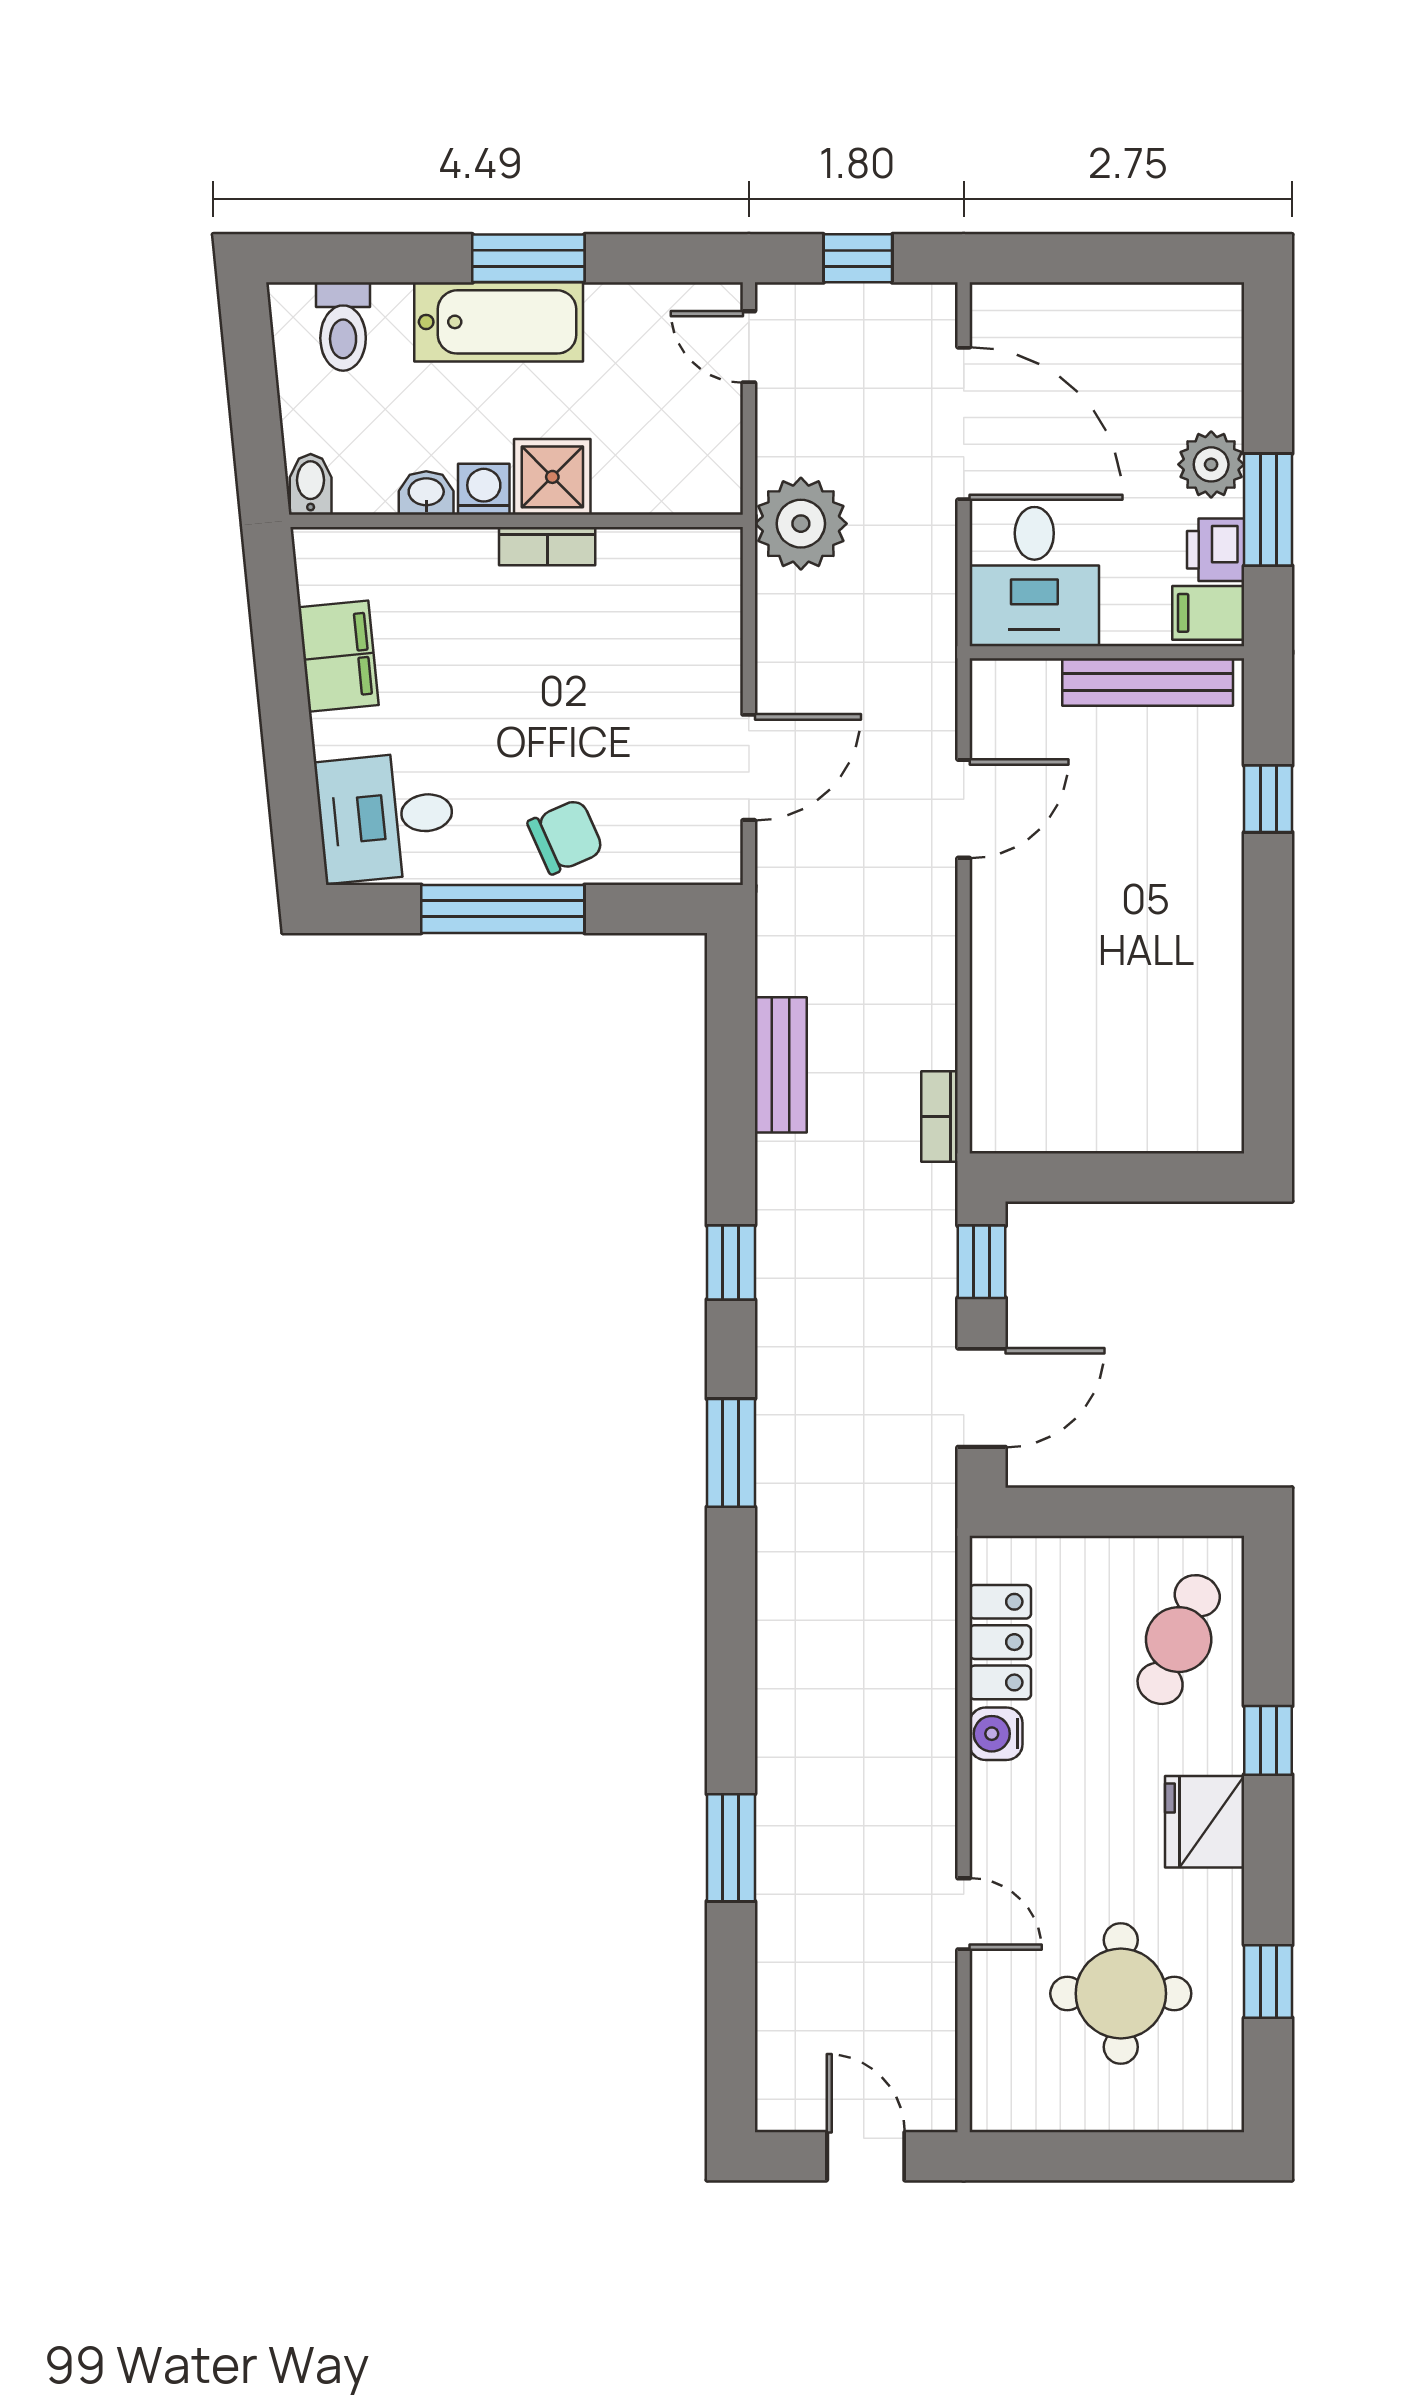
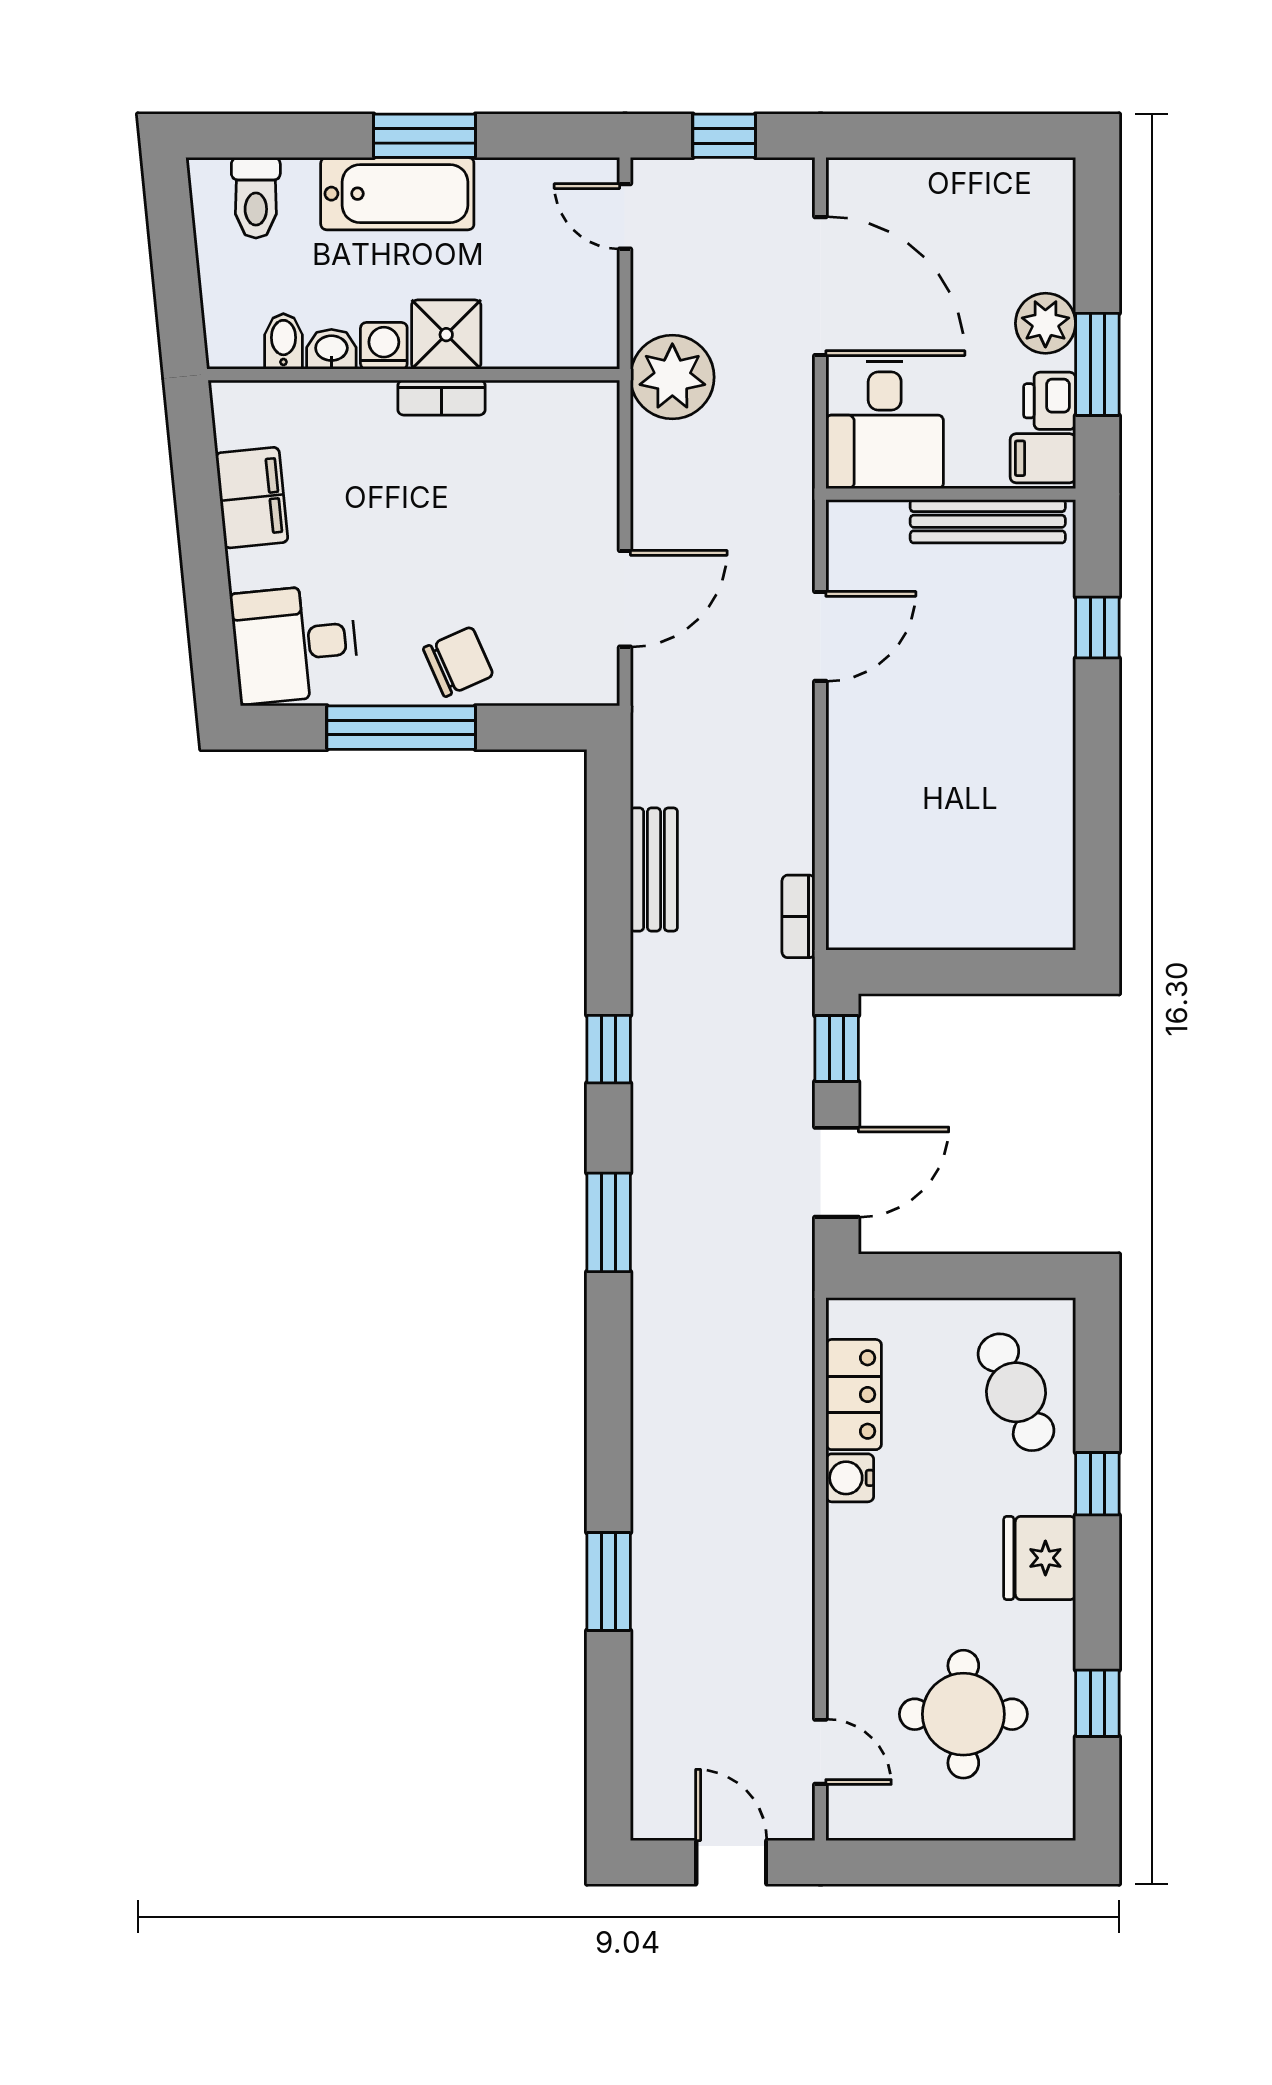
bidet: (311, 484) -> (283, 341), moved
cafe table: (1179, 1640) -> (1016, 1392), turned -47
door: (964, 1914) -> (820, 1752), moved

